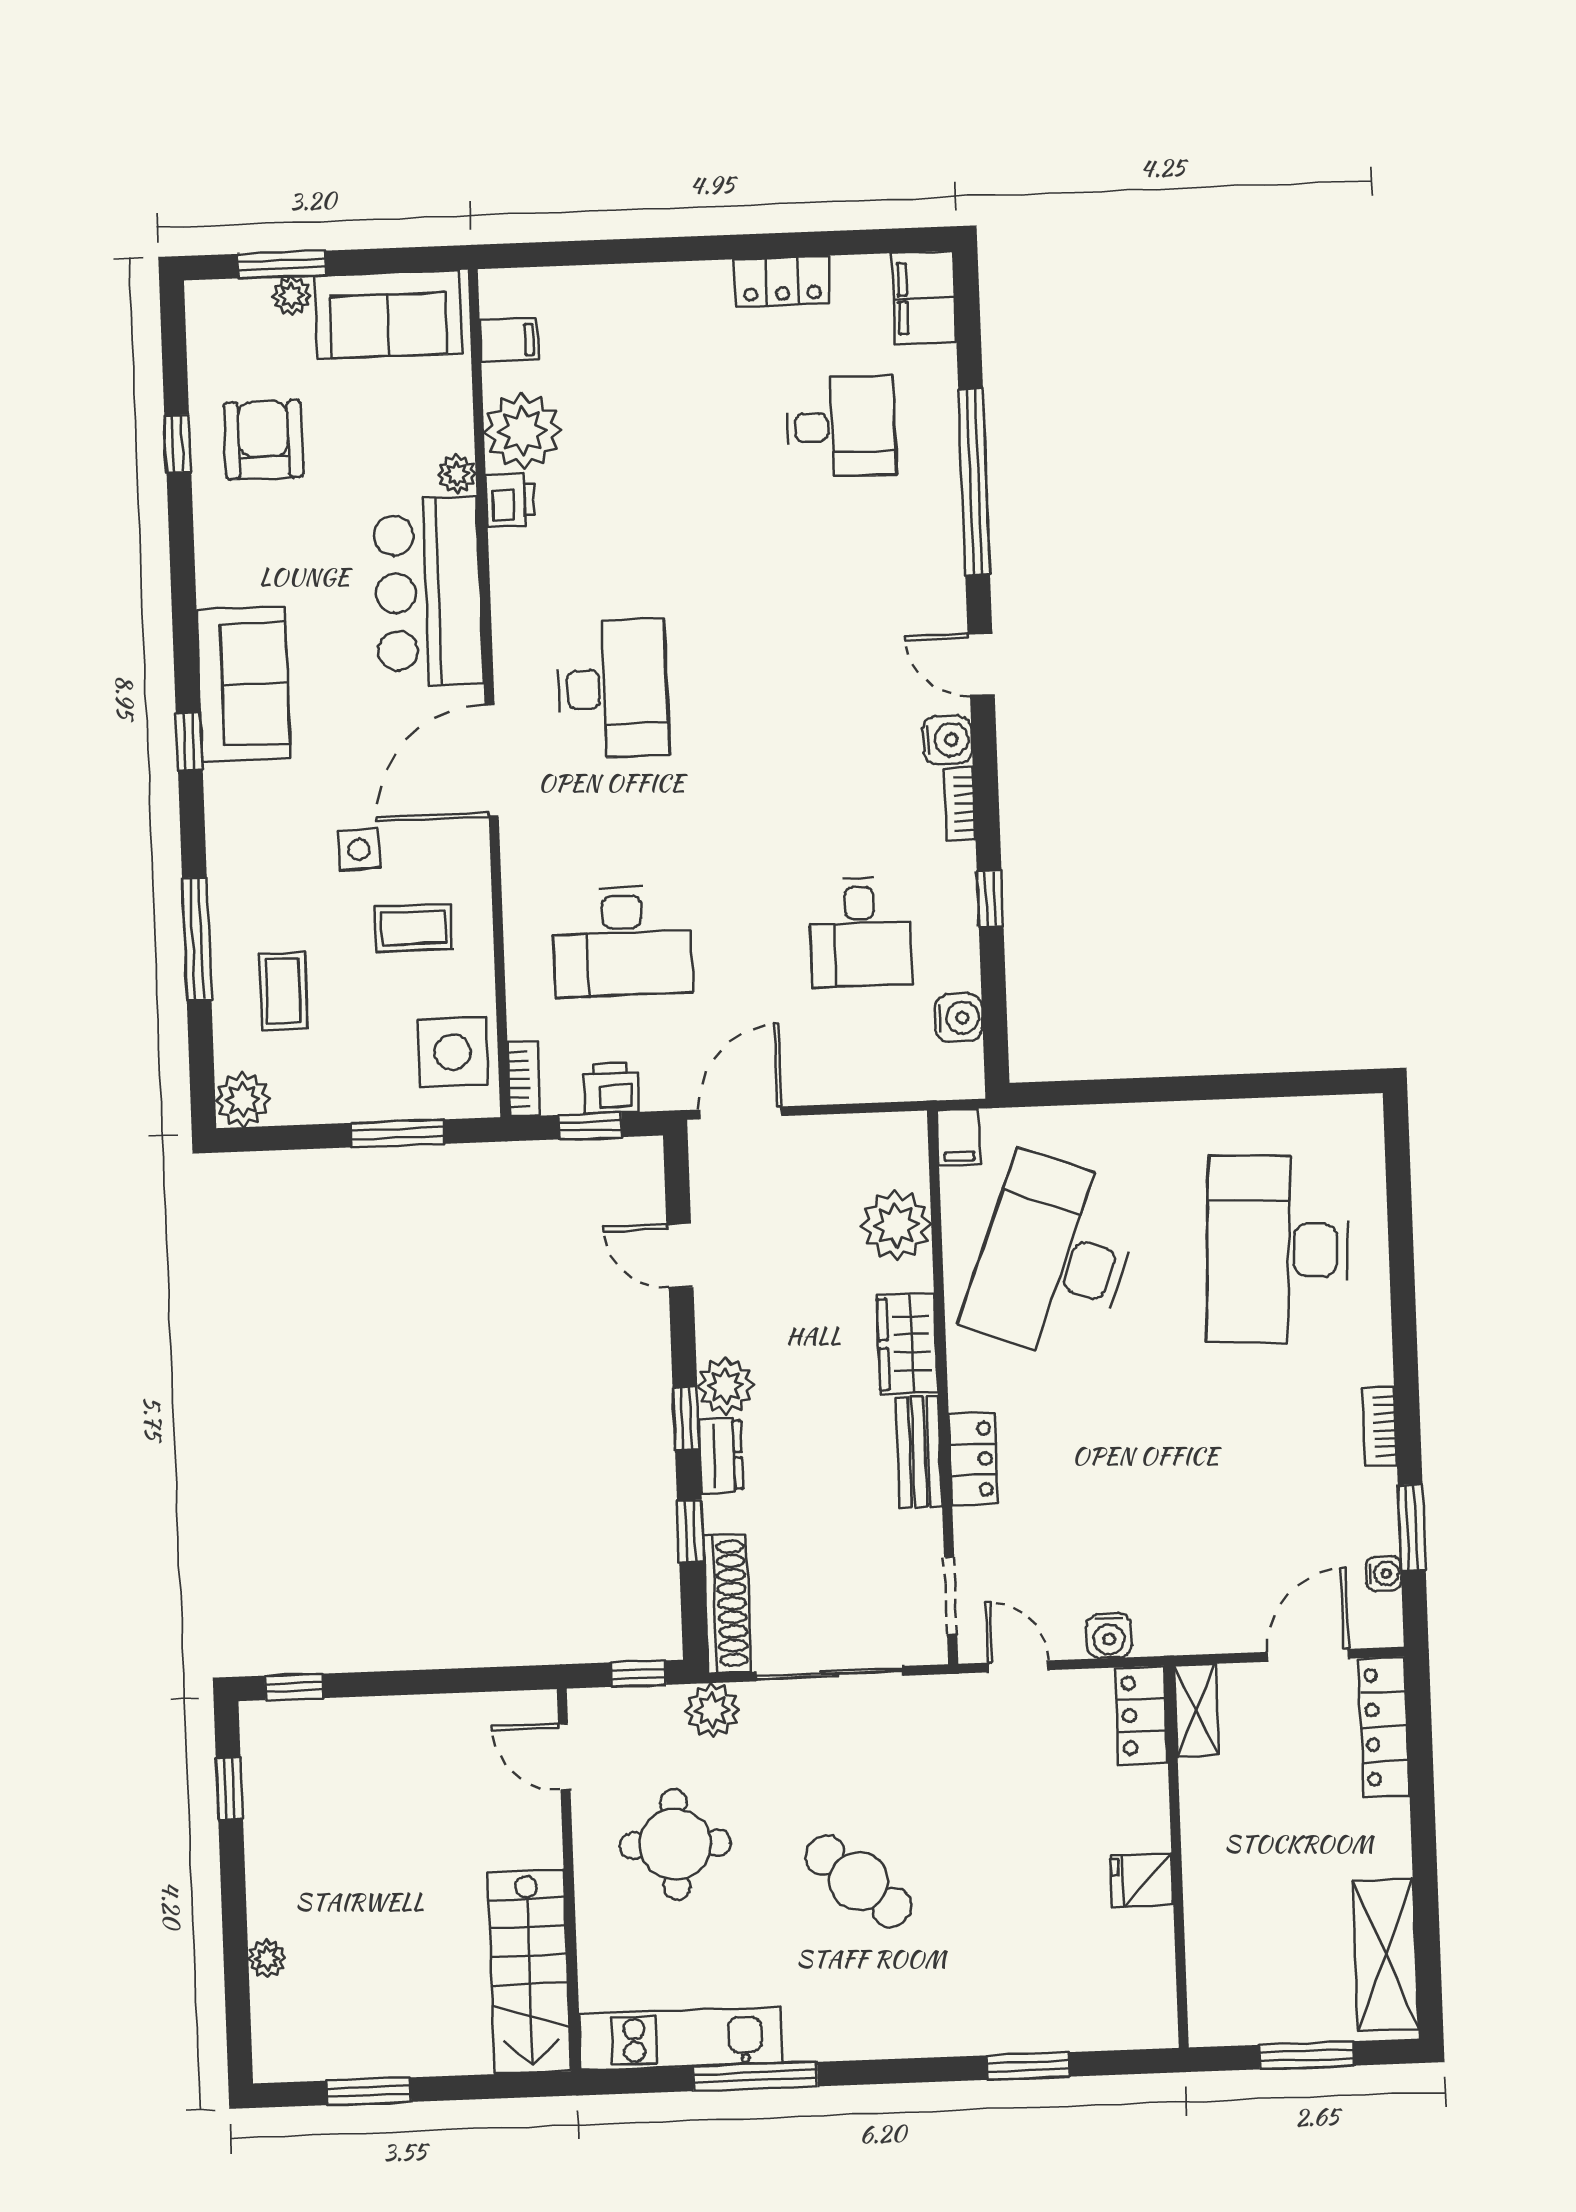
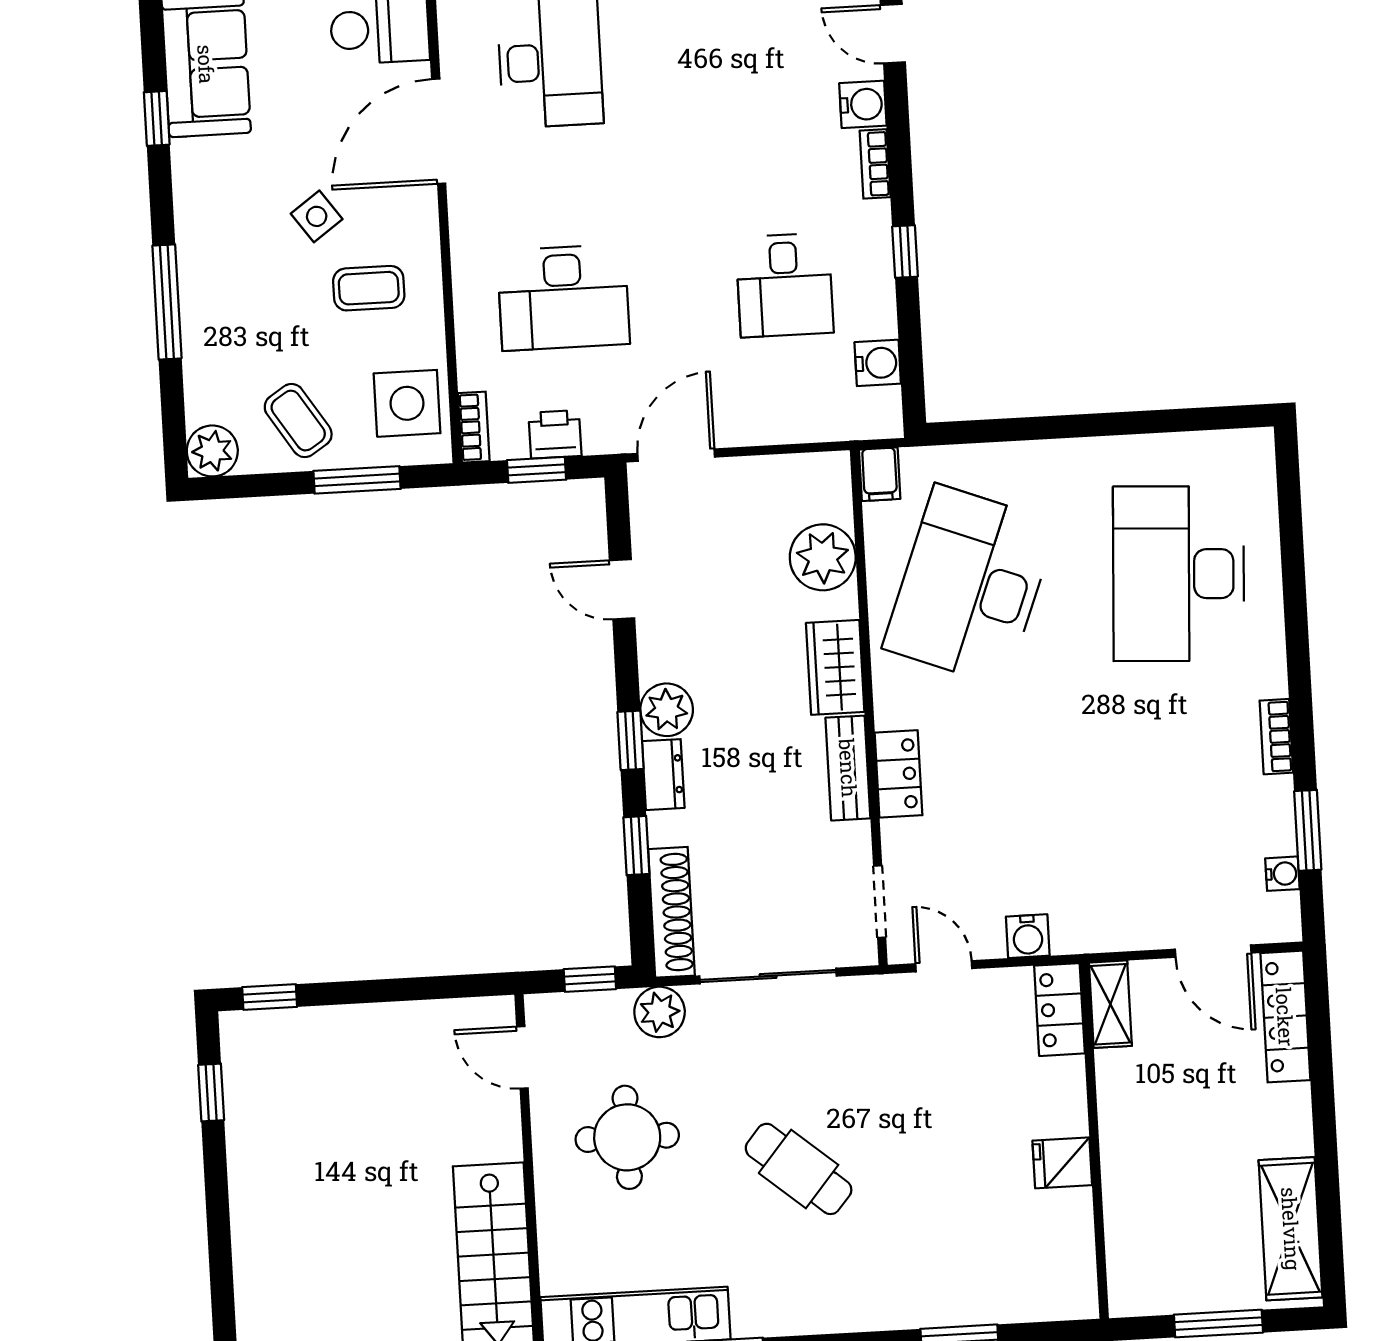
side table: (359, 850) -> (317, 216), turned -34
coffee table: (283, 991) -> (298, 421), moved, turned -33
door: (1308, 1655) -> (1213, 951), swing flipped
plant: (267, 1959) -> (249, 1250), removed

